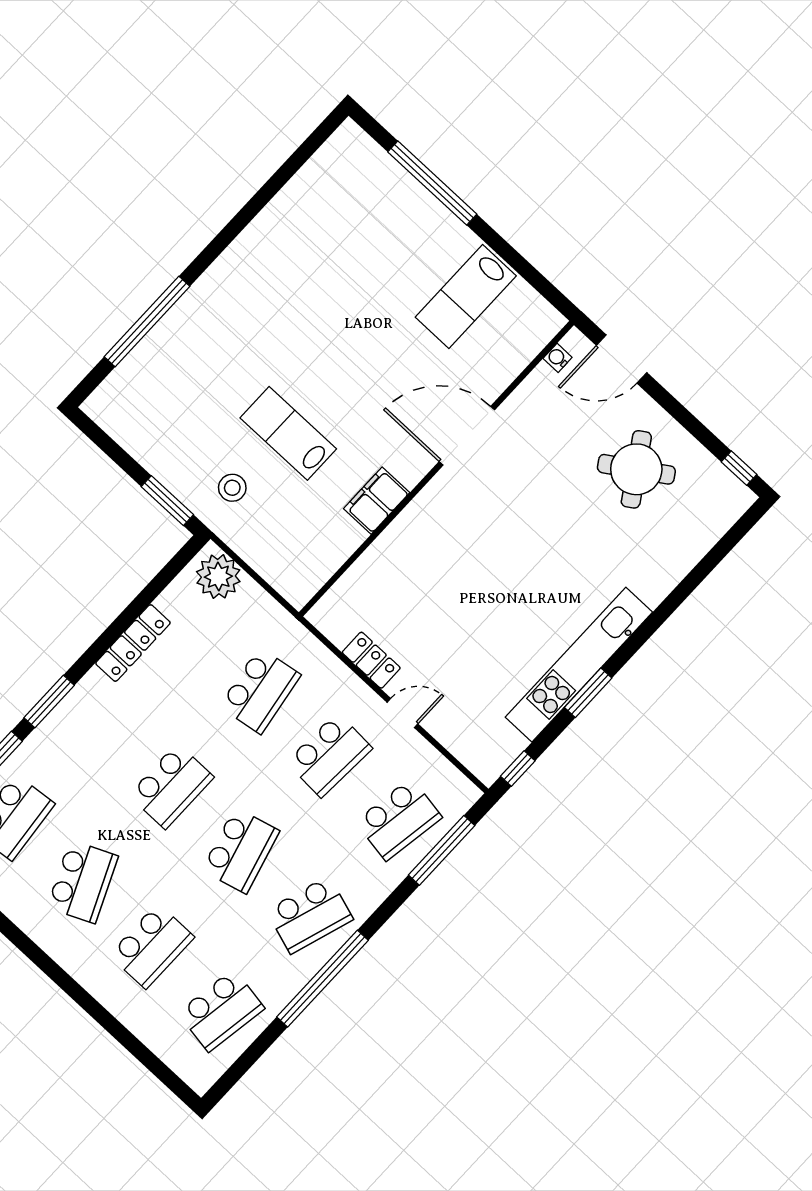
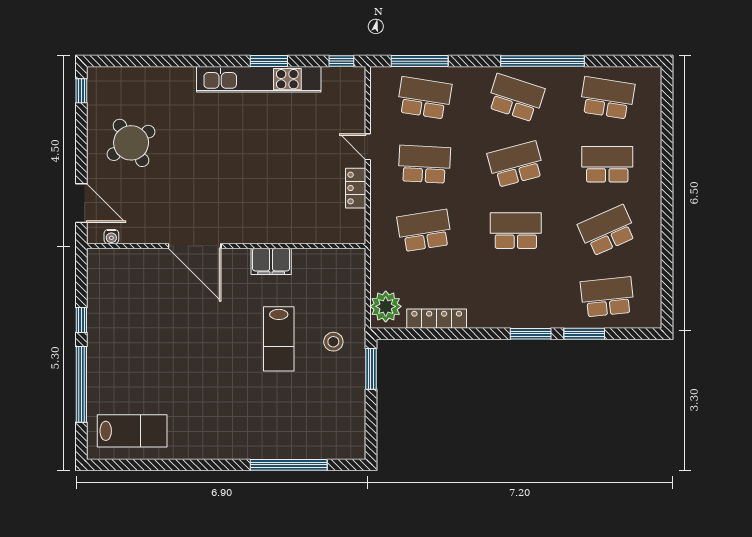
window: (500, 246) -> (81, 320), added
lab bench: (466, 297) -> (132, 431), moved
locker: (133, 643) -> (437, 319), moved

